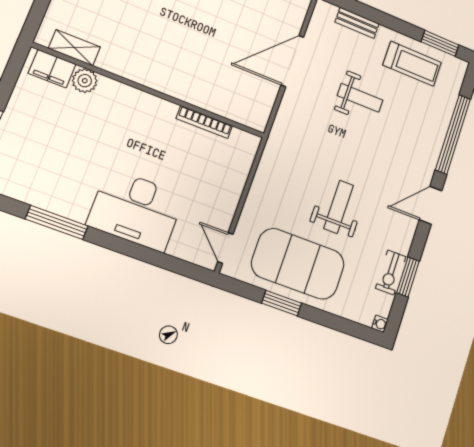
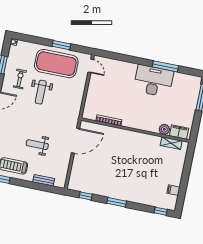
door: (292, 61) -> (75, 141), moved
desk: (136, 210) -> (153, 81), moved
exercise bike: (391, 272) -> (20, 79), moved

